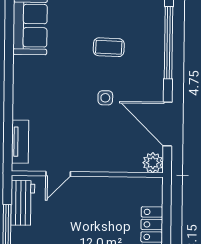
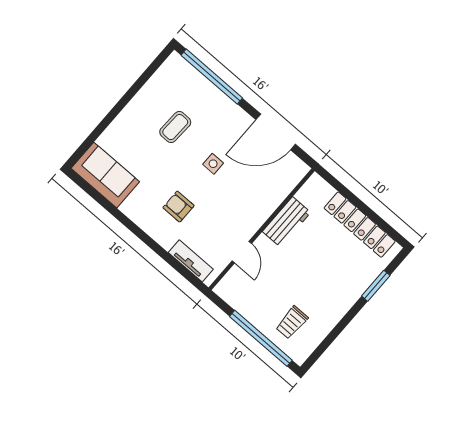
armchair: (52, 99) -> (178, 207), added
plant: (153, 163) -> (296, 169), removed
workbench: (23, 203) -> (287, 222), moved, turned 90

